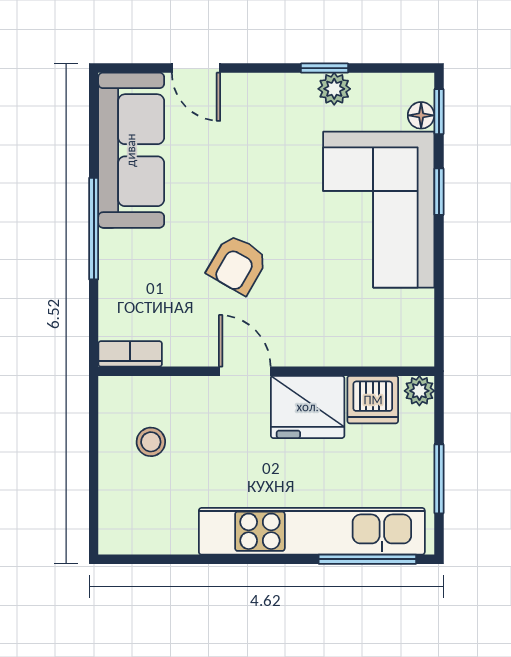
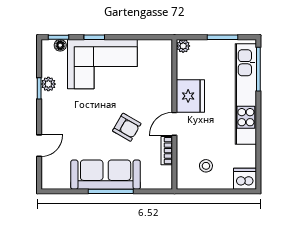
sofa: (131, 150) -> (106, 175), moved
bookcase: (130, 354) -> (167, 151), moved
dishwasher: (373, 400) -> (245, 179), moved, turned -90

